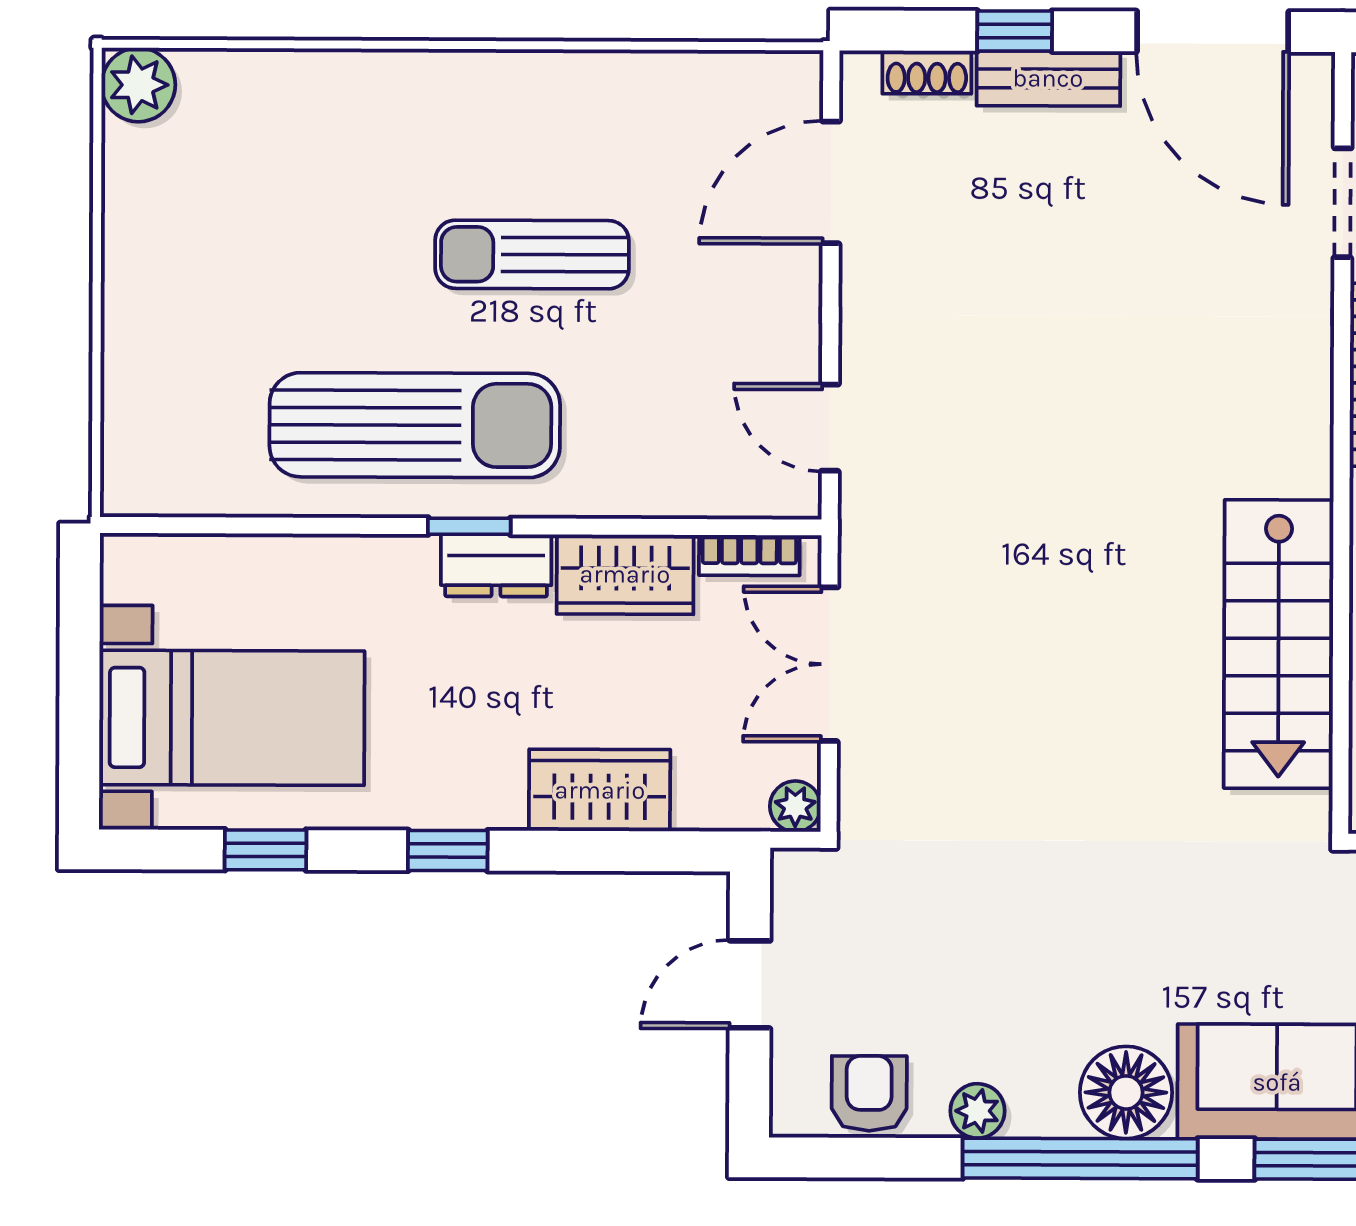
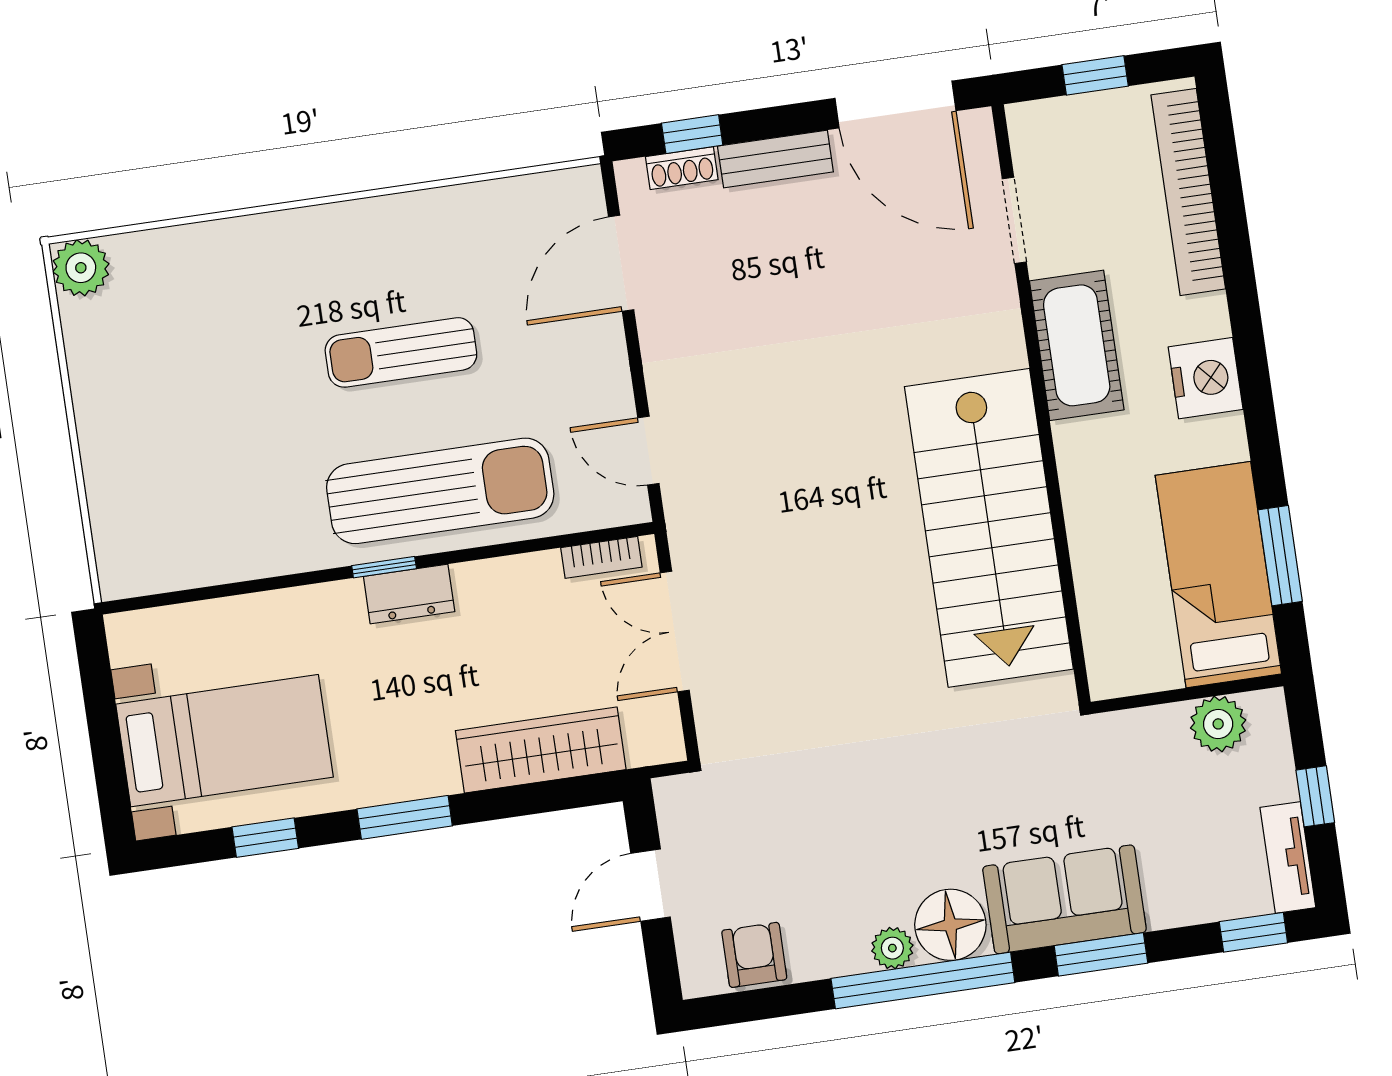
window: (1015, 31) -> (692, 134), moved
sun lounger: (415, 425) -> (440, 491), moved
wardrobe: (625, 574) -> (509, 586), removed
stairs: (1279, 644) -> (989, 528), width x1.36, depth x1.51
wardrobe: (600, 790) -> (541, 750), width x1.50
plant: (795, 806) -> (665, 744), removed
window: (448, 850) -> (405, 817), width x1.50
plant: (977, 1111) -> (892, 948), moved

